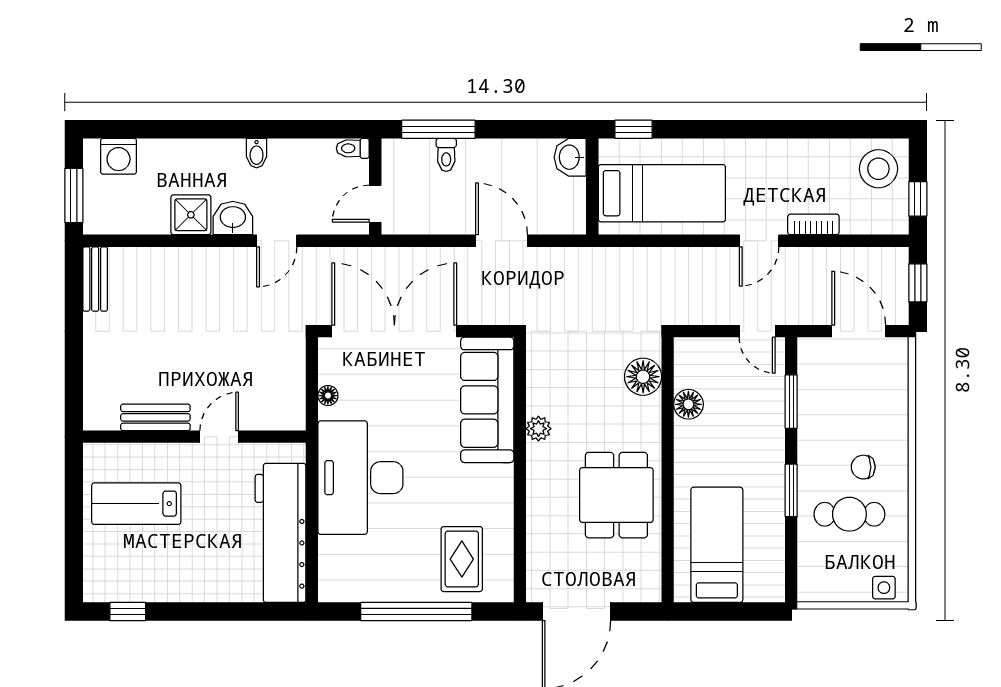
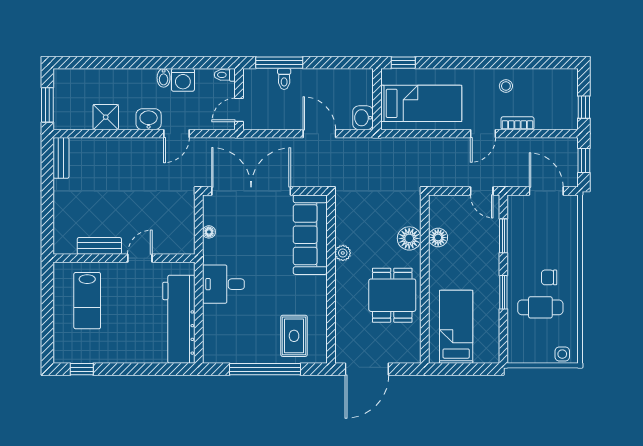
washing machine: (119, 156) -> (183, 80), moved
washbasin: (570, 157) -> (363, 118), moved
stool: (878, 169) -> (506, 86), moved, width x0.53, depth x0.53
shower: (191, 215) -> (106, 117), moved
floor lamp: (643, 377) -> (409, 238), moved
desk: (360, 478) -> (223, 284), width x0.53, depth x0.77
lab bench: (136, 504) -> (87, 301), turned -90

